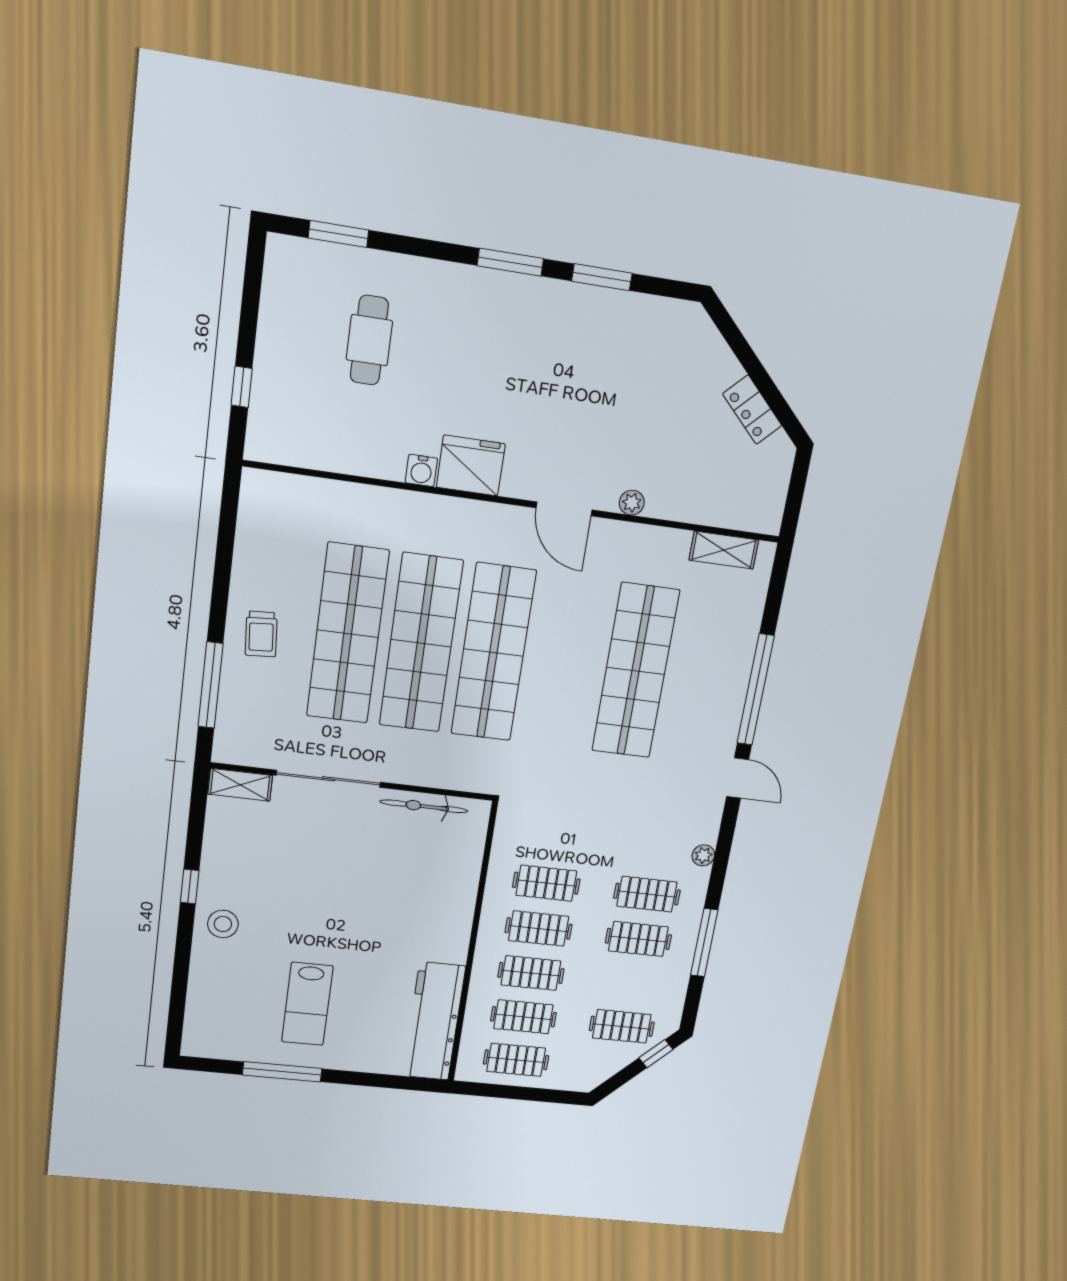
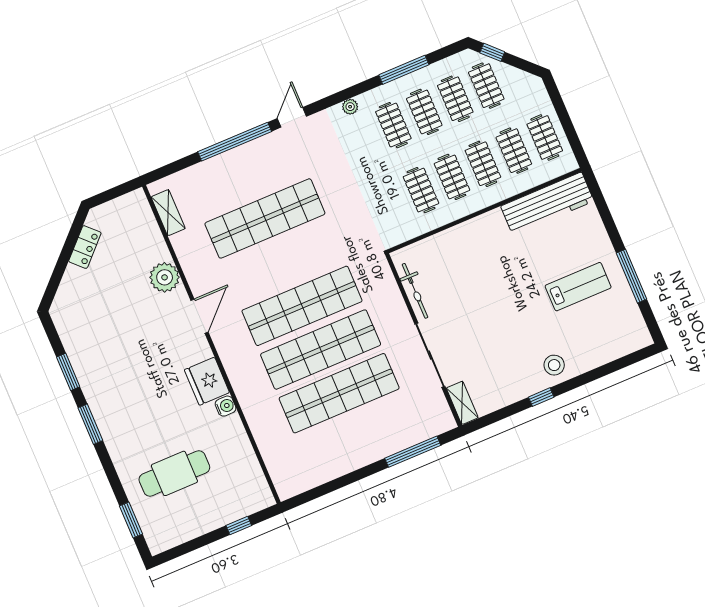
cafe table: (369, 340) -> (174, 473), width x1.37, depth x1.35
plant: (632, 503) -> (165, 277), width x1.88, depth x1.88
trolley: (261, 634) -> (367, 440), removed
clothes rail: (630, 983) -> (455, 99), added

